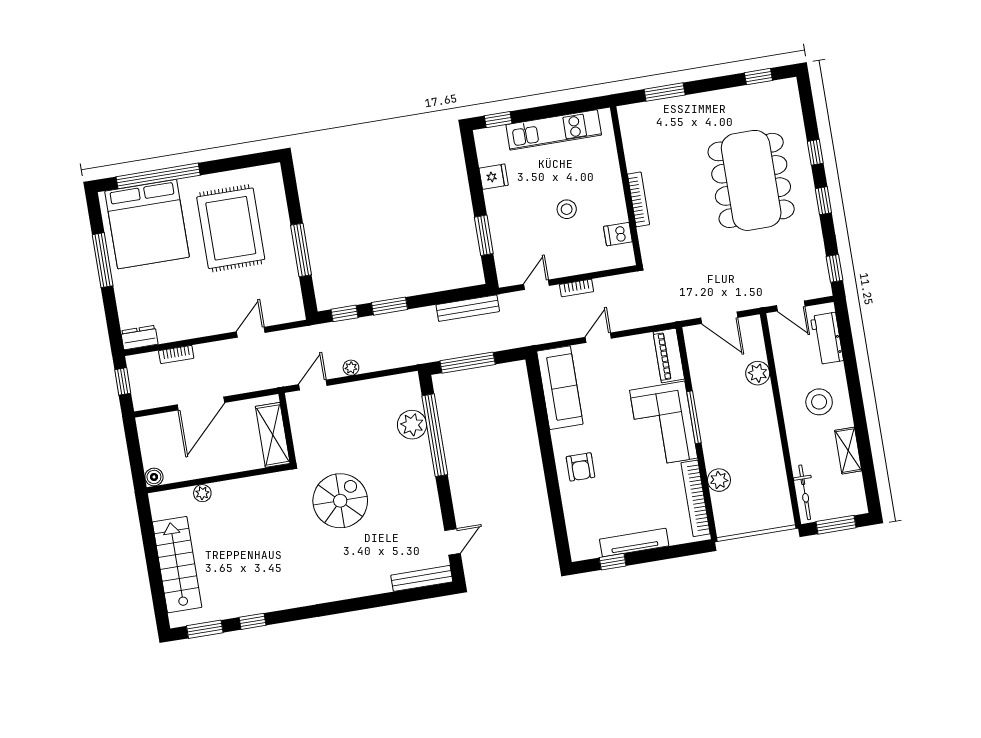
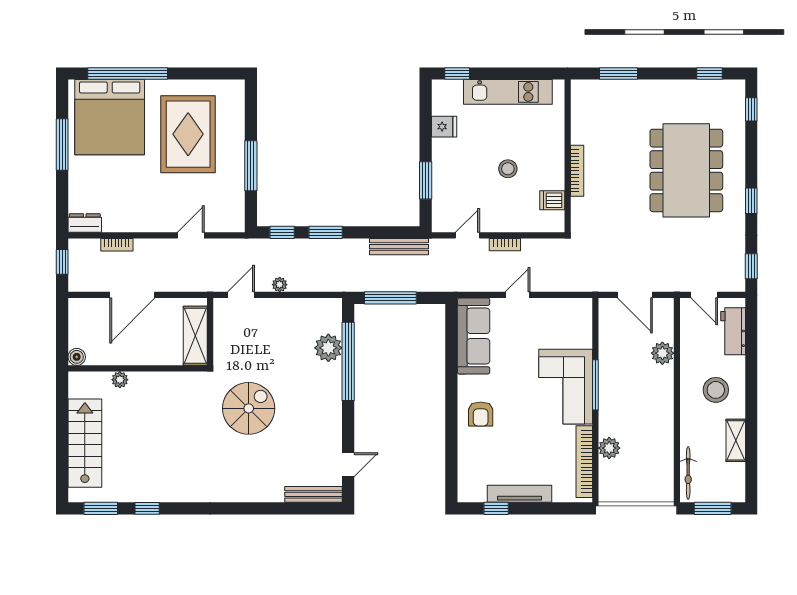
window: (815, 152) -> (751, 109), moved
piano: (669, 356) -> (581, 323), removed

